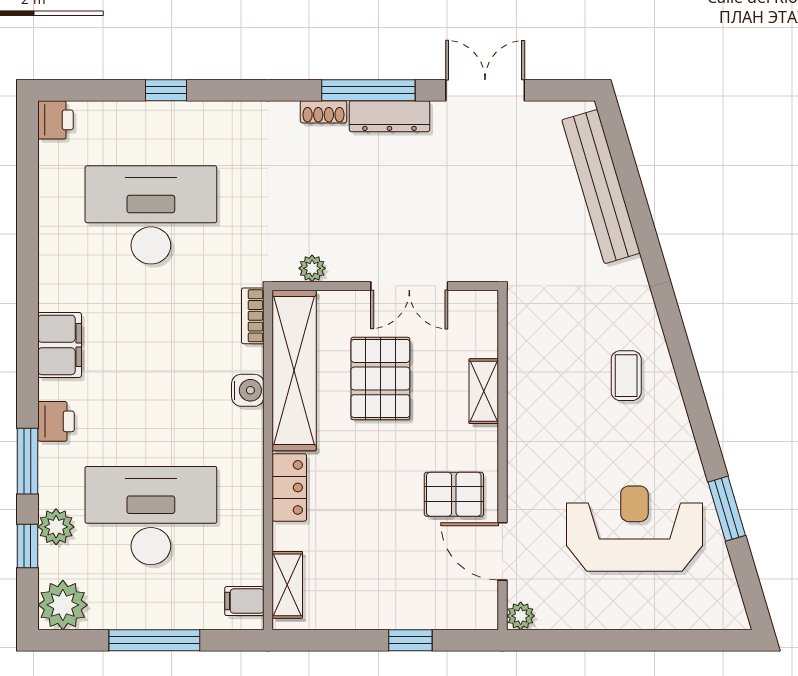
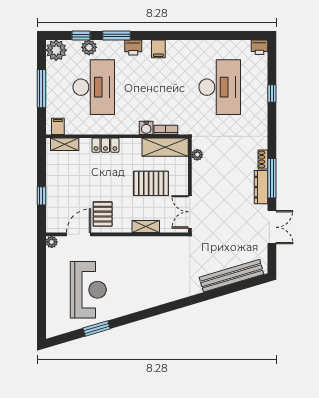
double door: (409, 286) -> (190, 212), moved
bookcase: (253, 316) -> (166, 130), moved
filing cabinet: (60, 345) -> (158, 49), width x0.50
shelving: (294, 370) -> (165, 147), width x0.68
coffee table: (626, 376) -> (152, 286), removed

